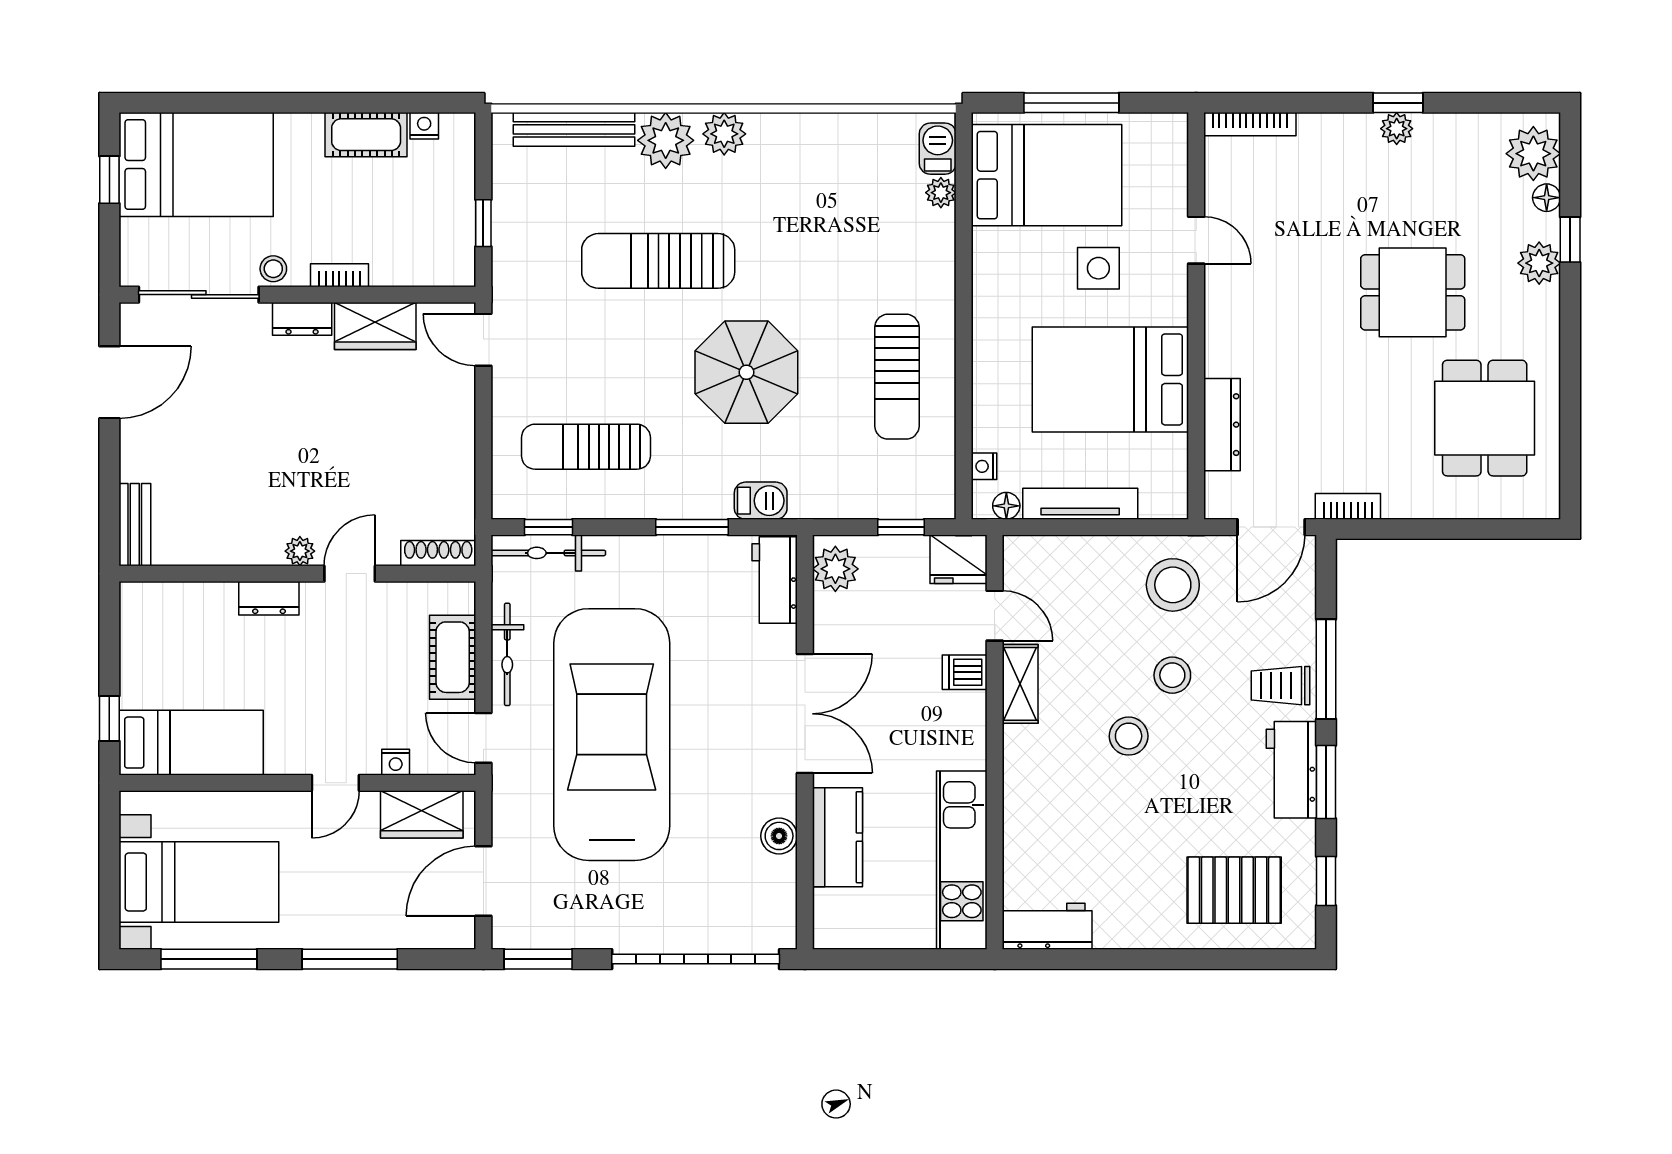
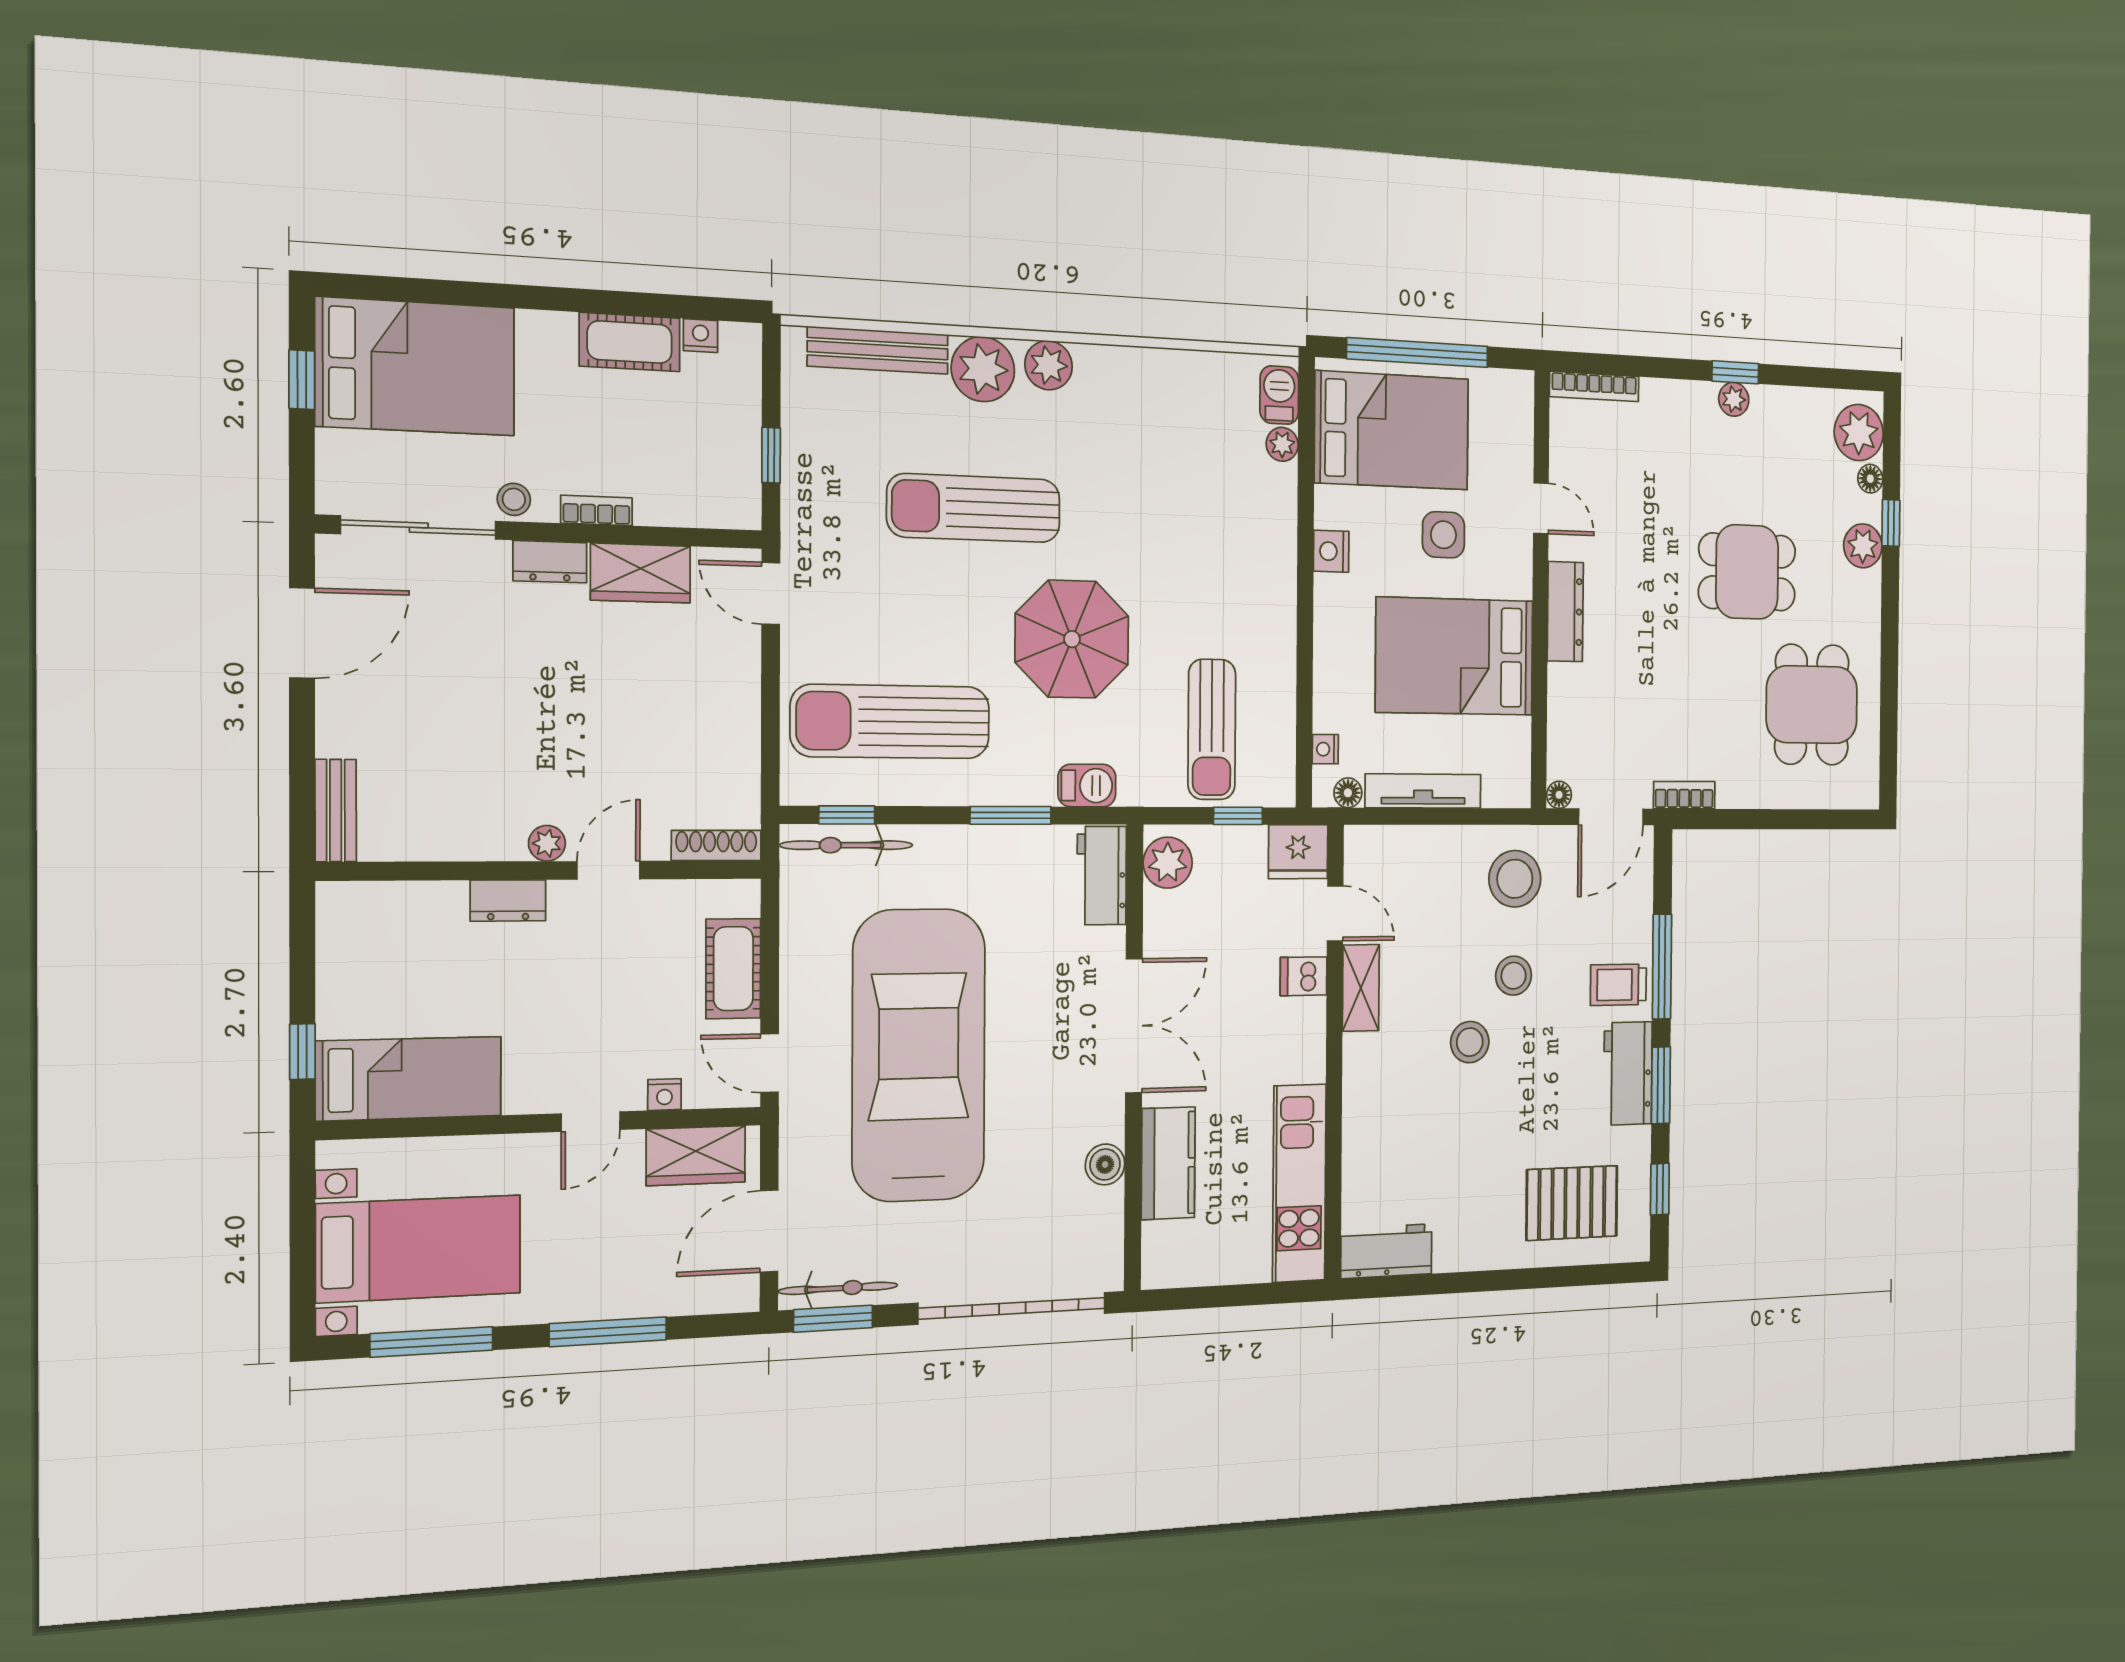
window: (1071, 103) -> (1418, 353), width x1.46
nightstand: (988, 287) -> (1331, 551), added
sun lounger: (897, 377) -> (1212, 729), moved
dresser: (1222, 425) -> (1565, 612), moved
sun lounger: (586, 447) -> (891, 722), width x1.36, depth x1.34
floor lamp: (1217, 507) -> (1559, 795), added
bicycle: (507, 654) -> (838, 1288), moved, turned -90

